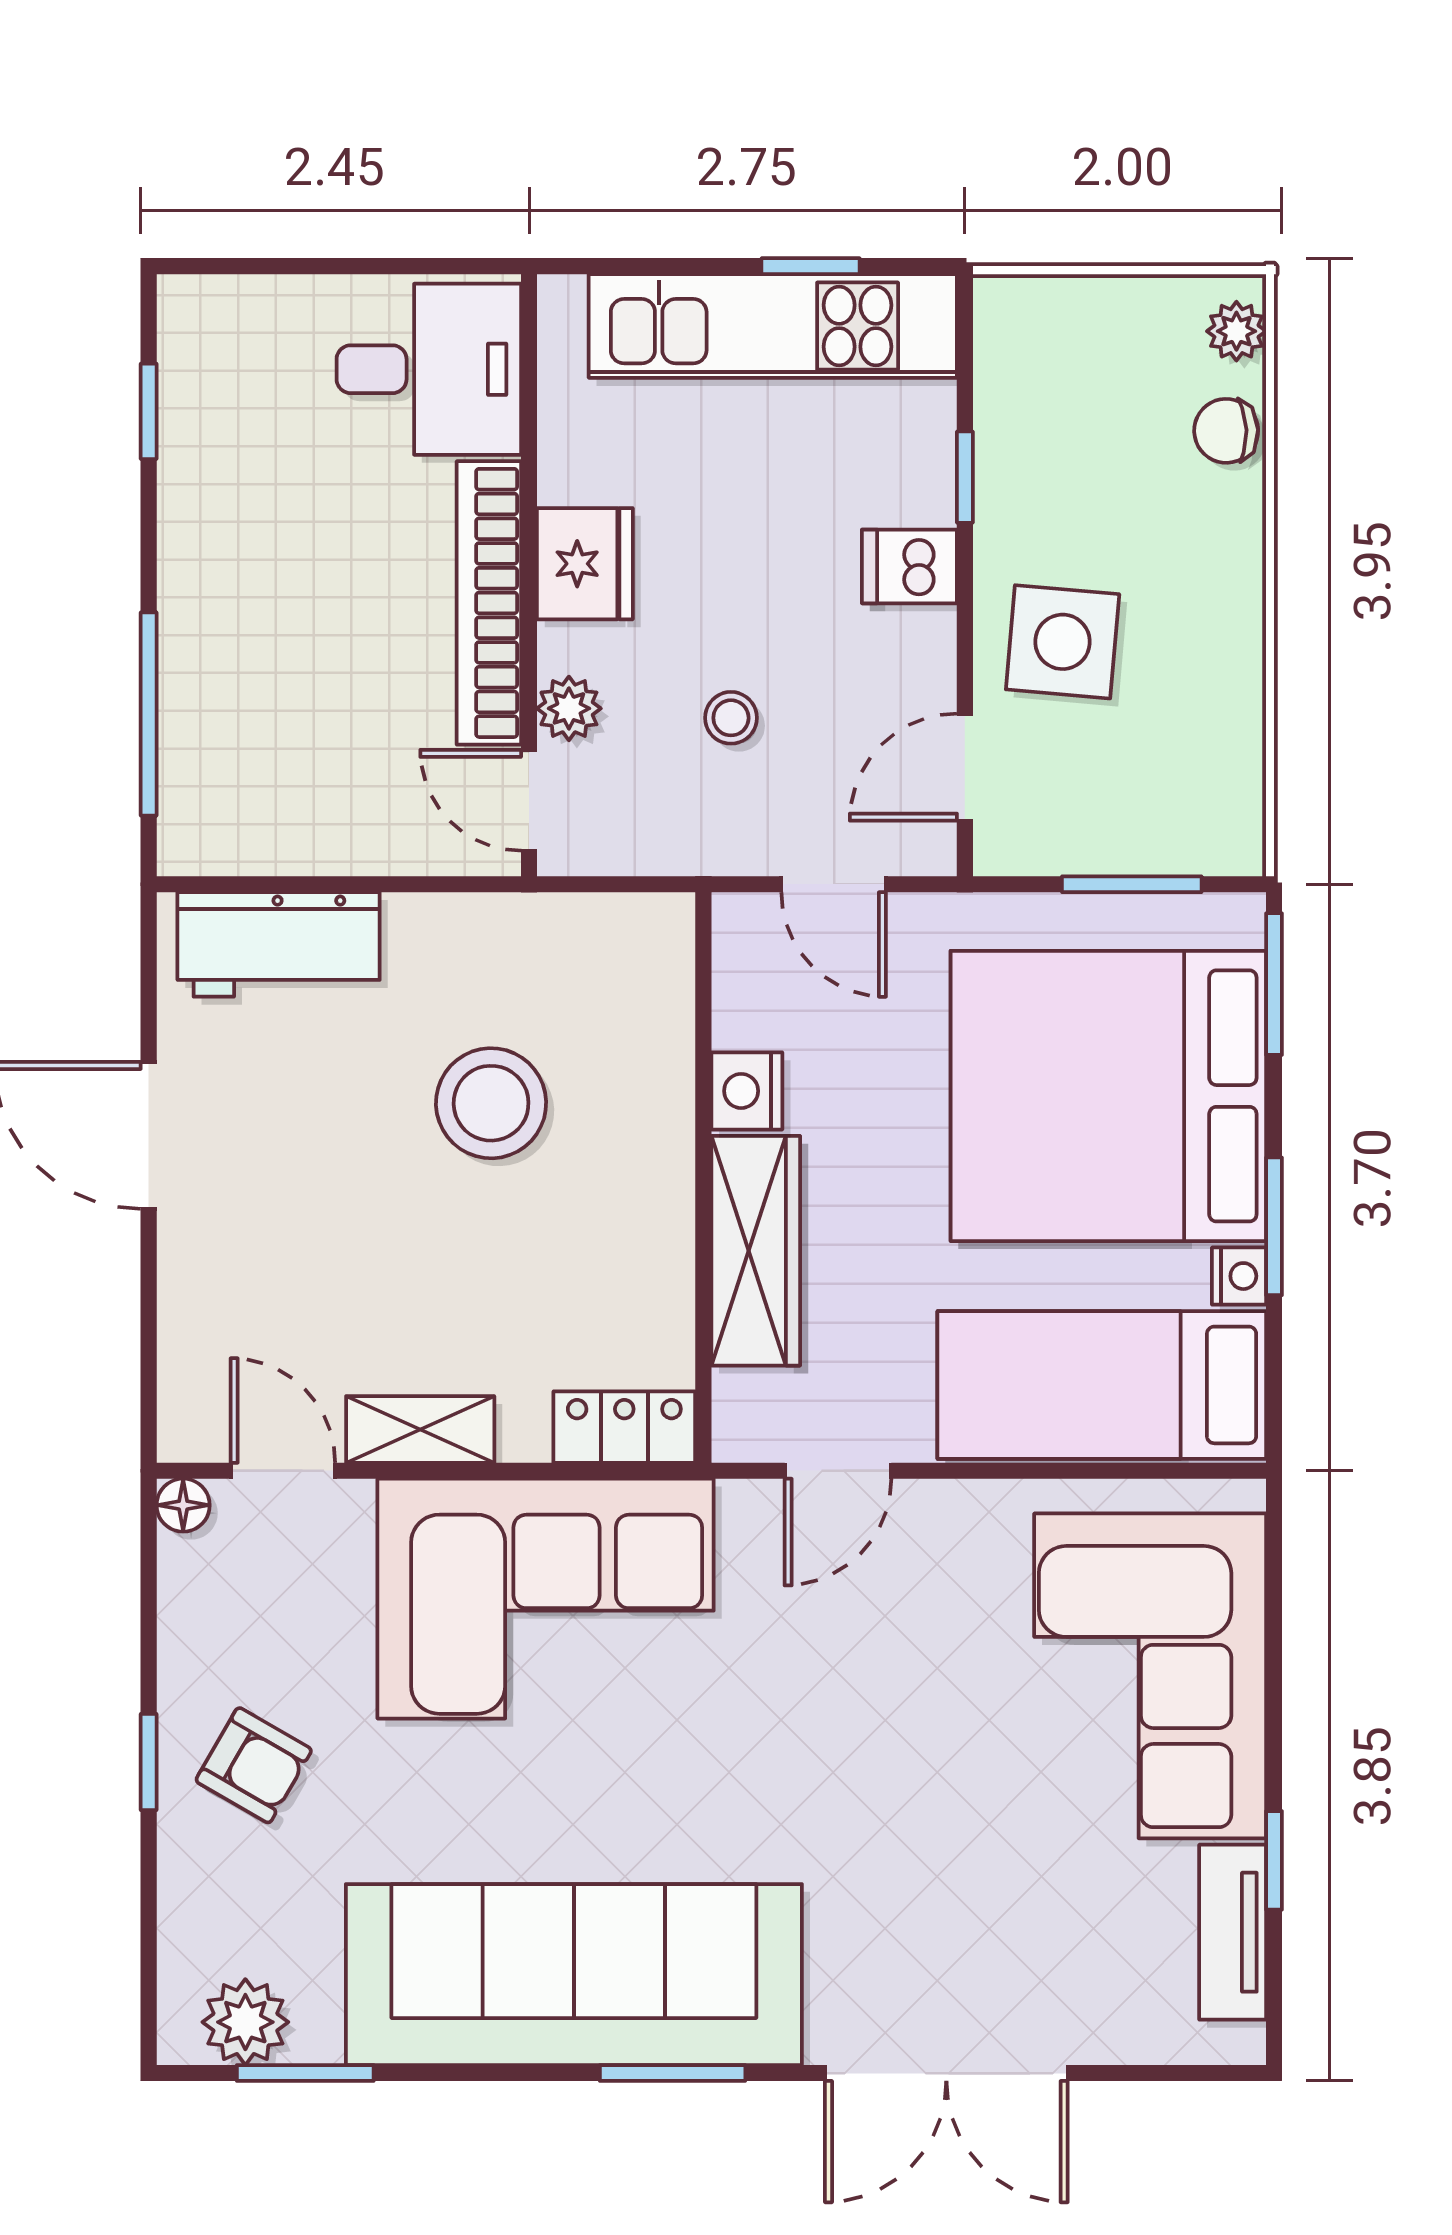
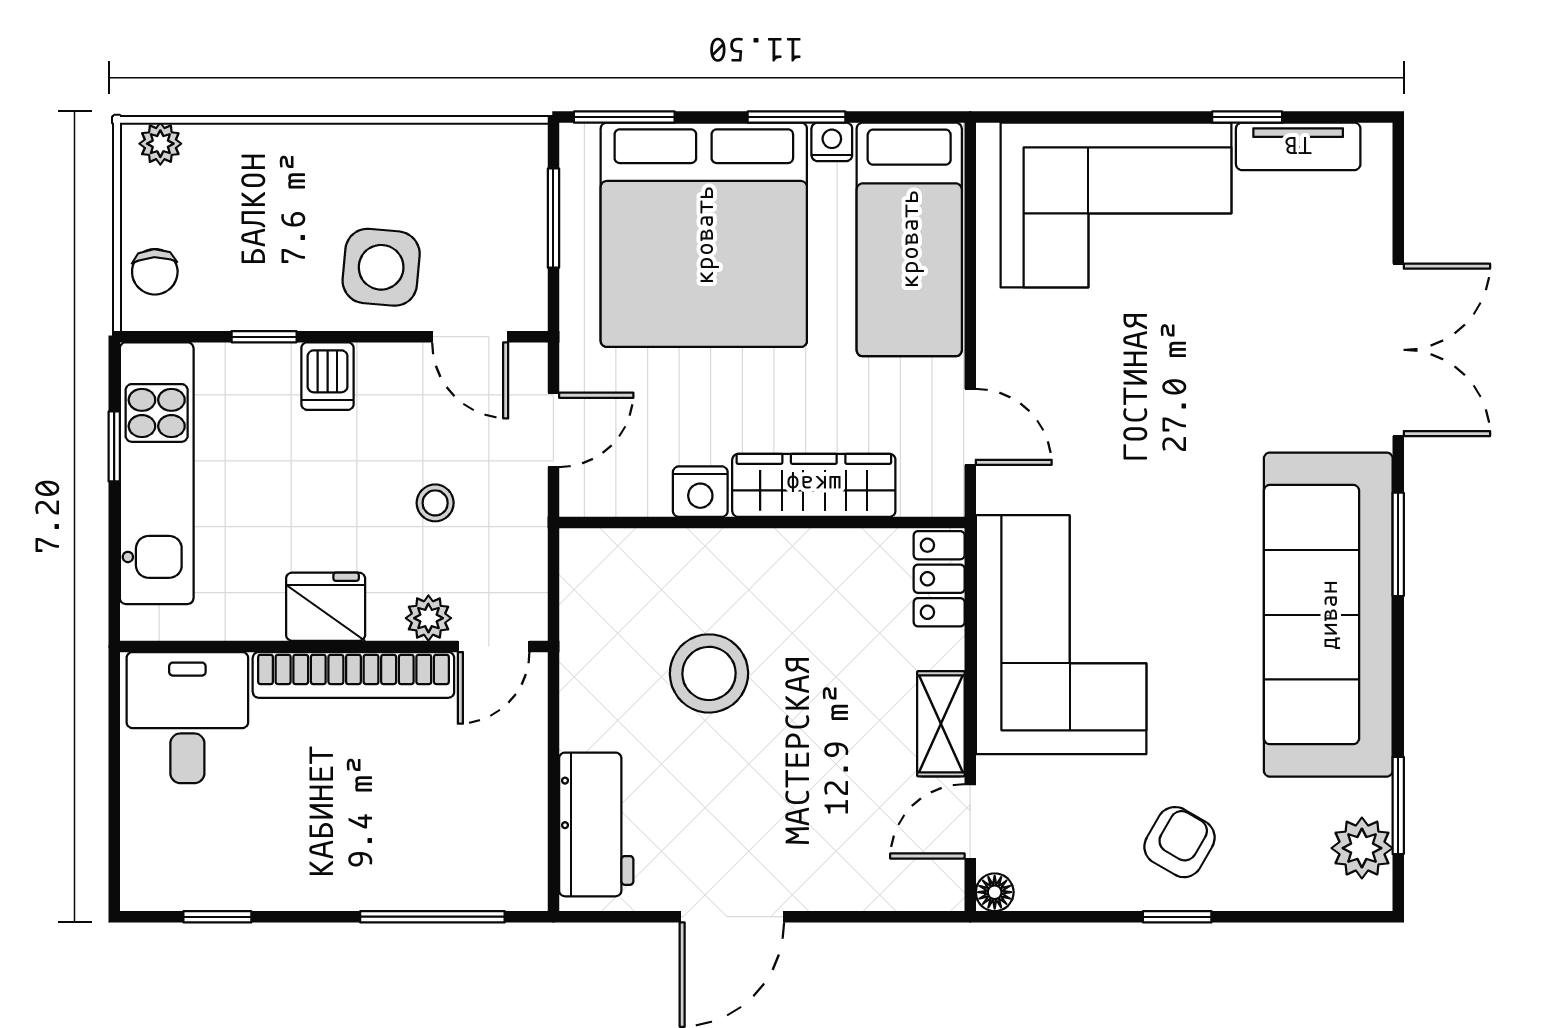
chair: (1226, 431) -> (155, 272), moved

